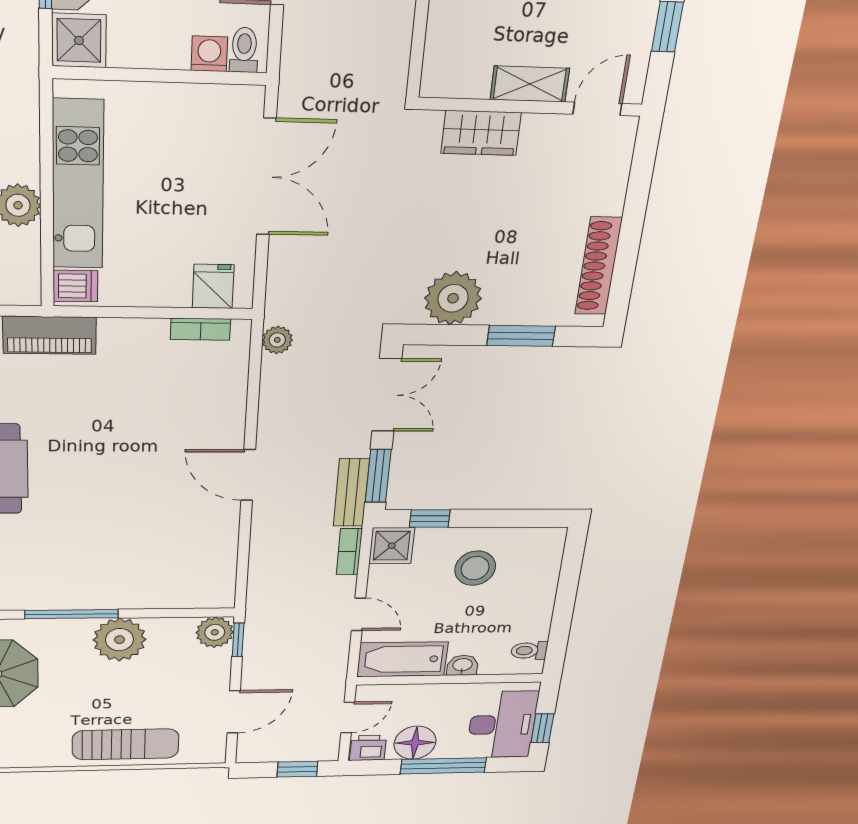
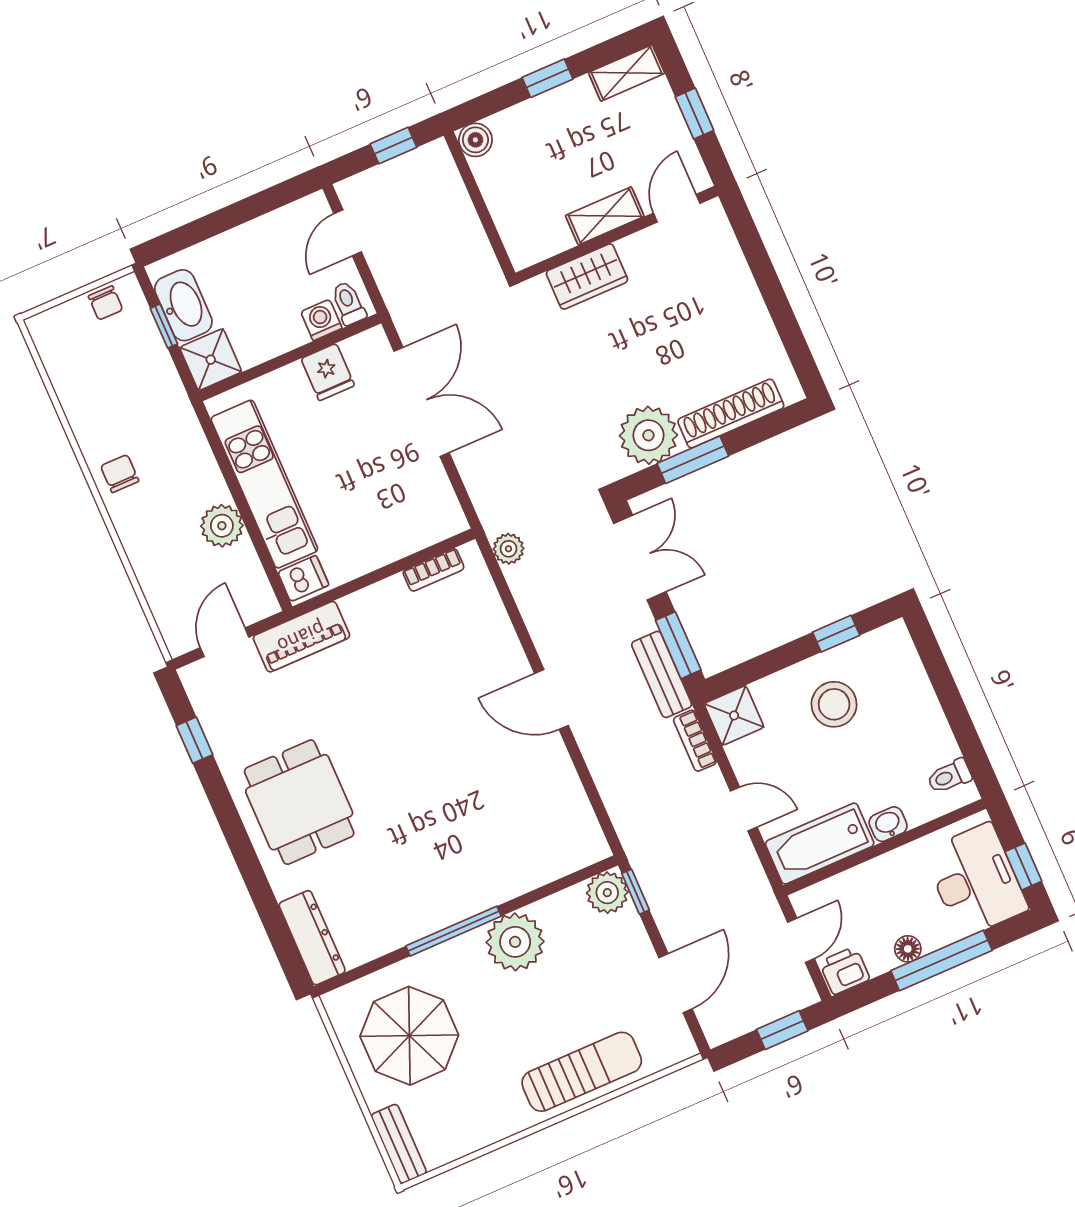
shoe rack: (598, 266) -> (731, 414), moved, turned 90
fridge: (213, 286) -> (328, 372), moved, turned 180
window: (521, 336) -> (693, 460), moved
window: (430, 519) -> (836, 634), moved
floor lamp: (415, 743) -> (908, 949), width x0.53, depth x0.53

